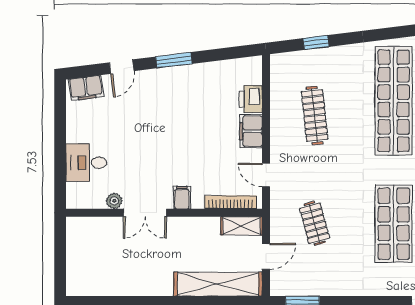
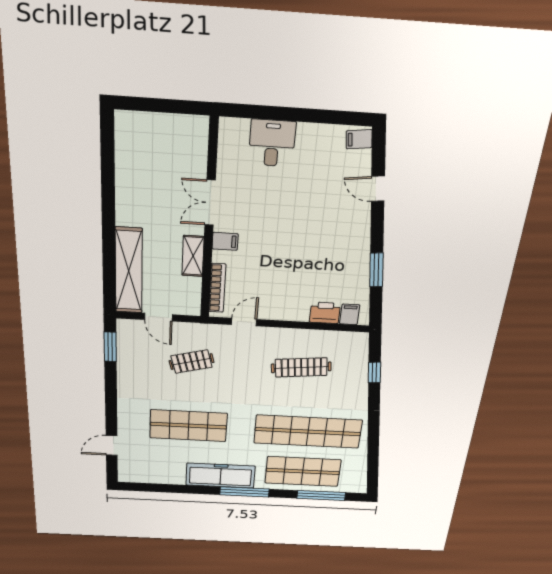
window: (174, 60) -> (376, 270), moved
filing cabinet: (86, 88) -> (359, 139), width x0.50
filing cabinet: (251, 131) -> (350, 314), moved, width x0.50
plant: (114, 201) -> (225, 171), removed
shelving: (242, 226) -> (193, 256), moved

